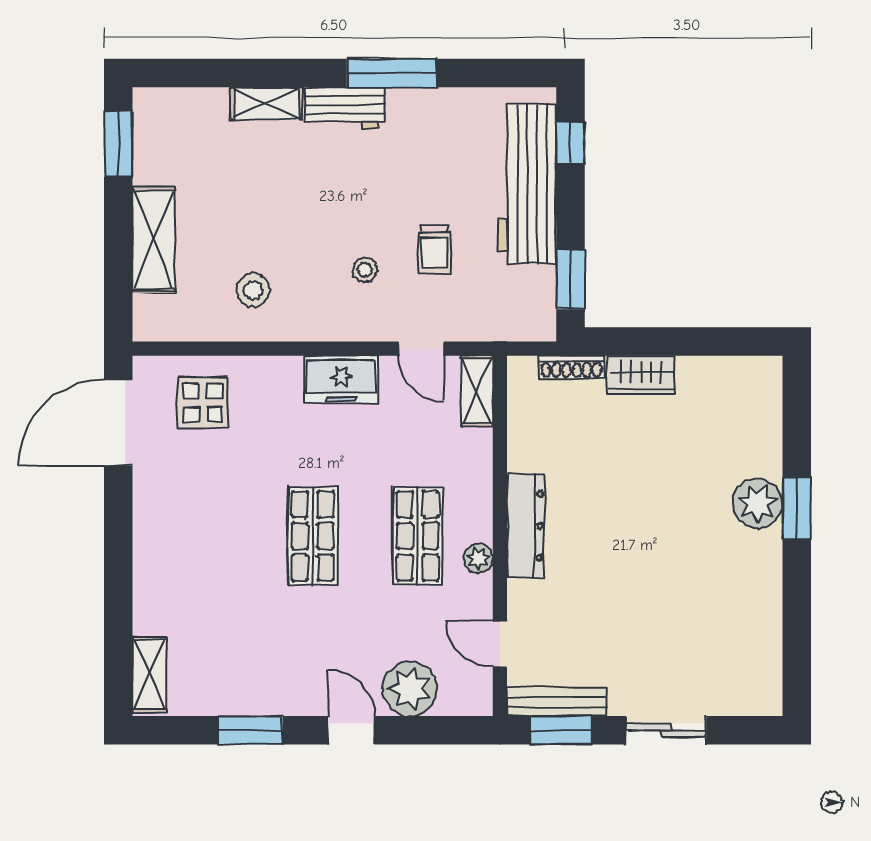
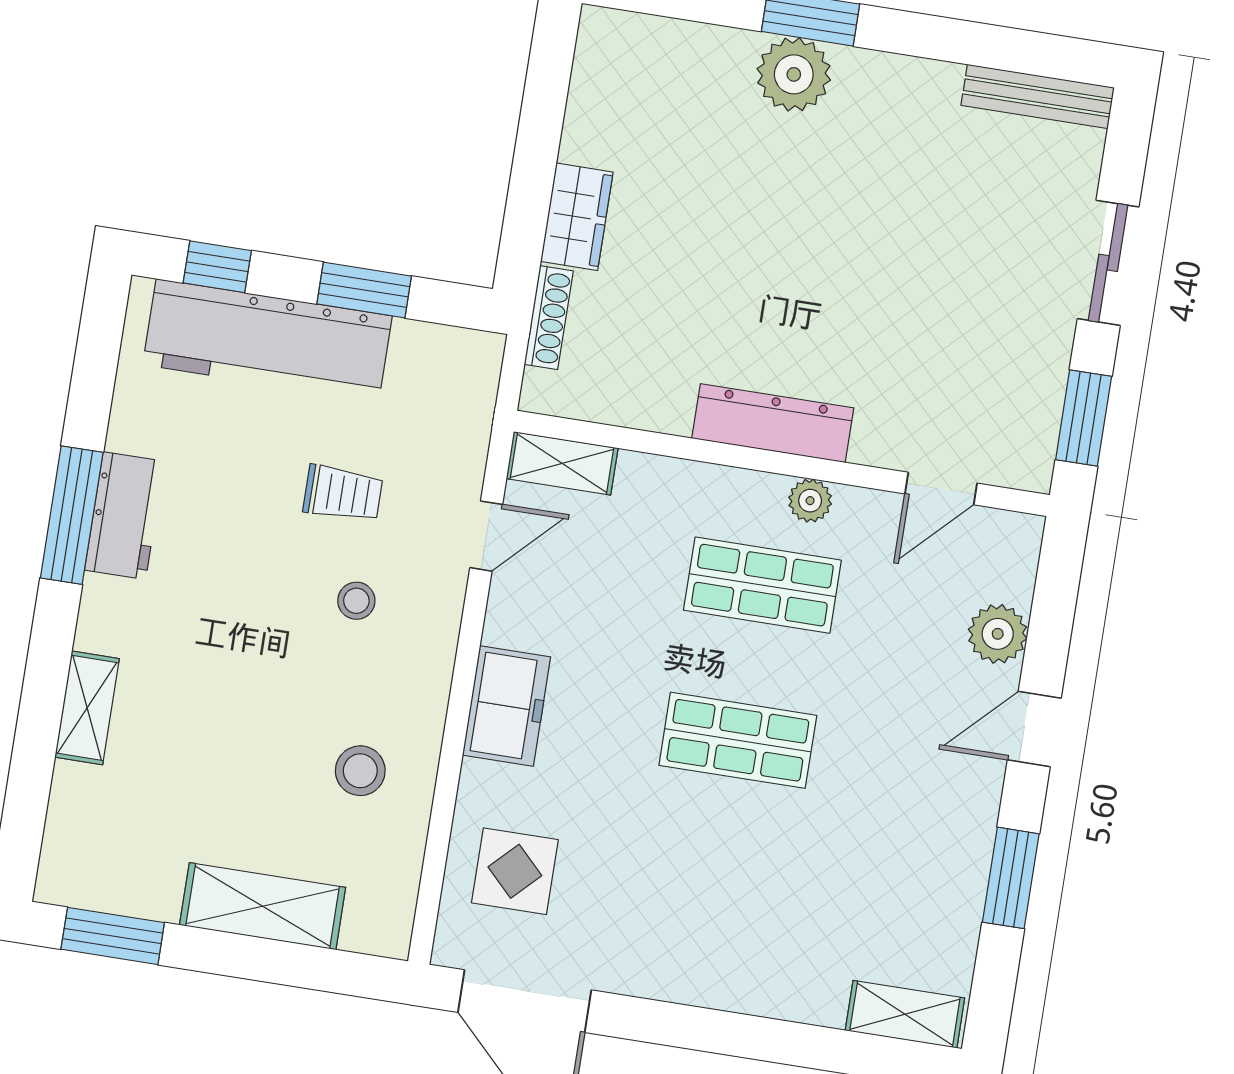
workbench: (345, 108) -> (124, 516), moved
window: (571, 279) -> (364, 290), moved
freezer: (341, 380) -> (507, 706), moved
plant: (410, 689) -> (998, 634), width x0.73, depth x0.73
bench: (557, 702) -> (1038, 96), moved, turned 90

